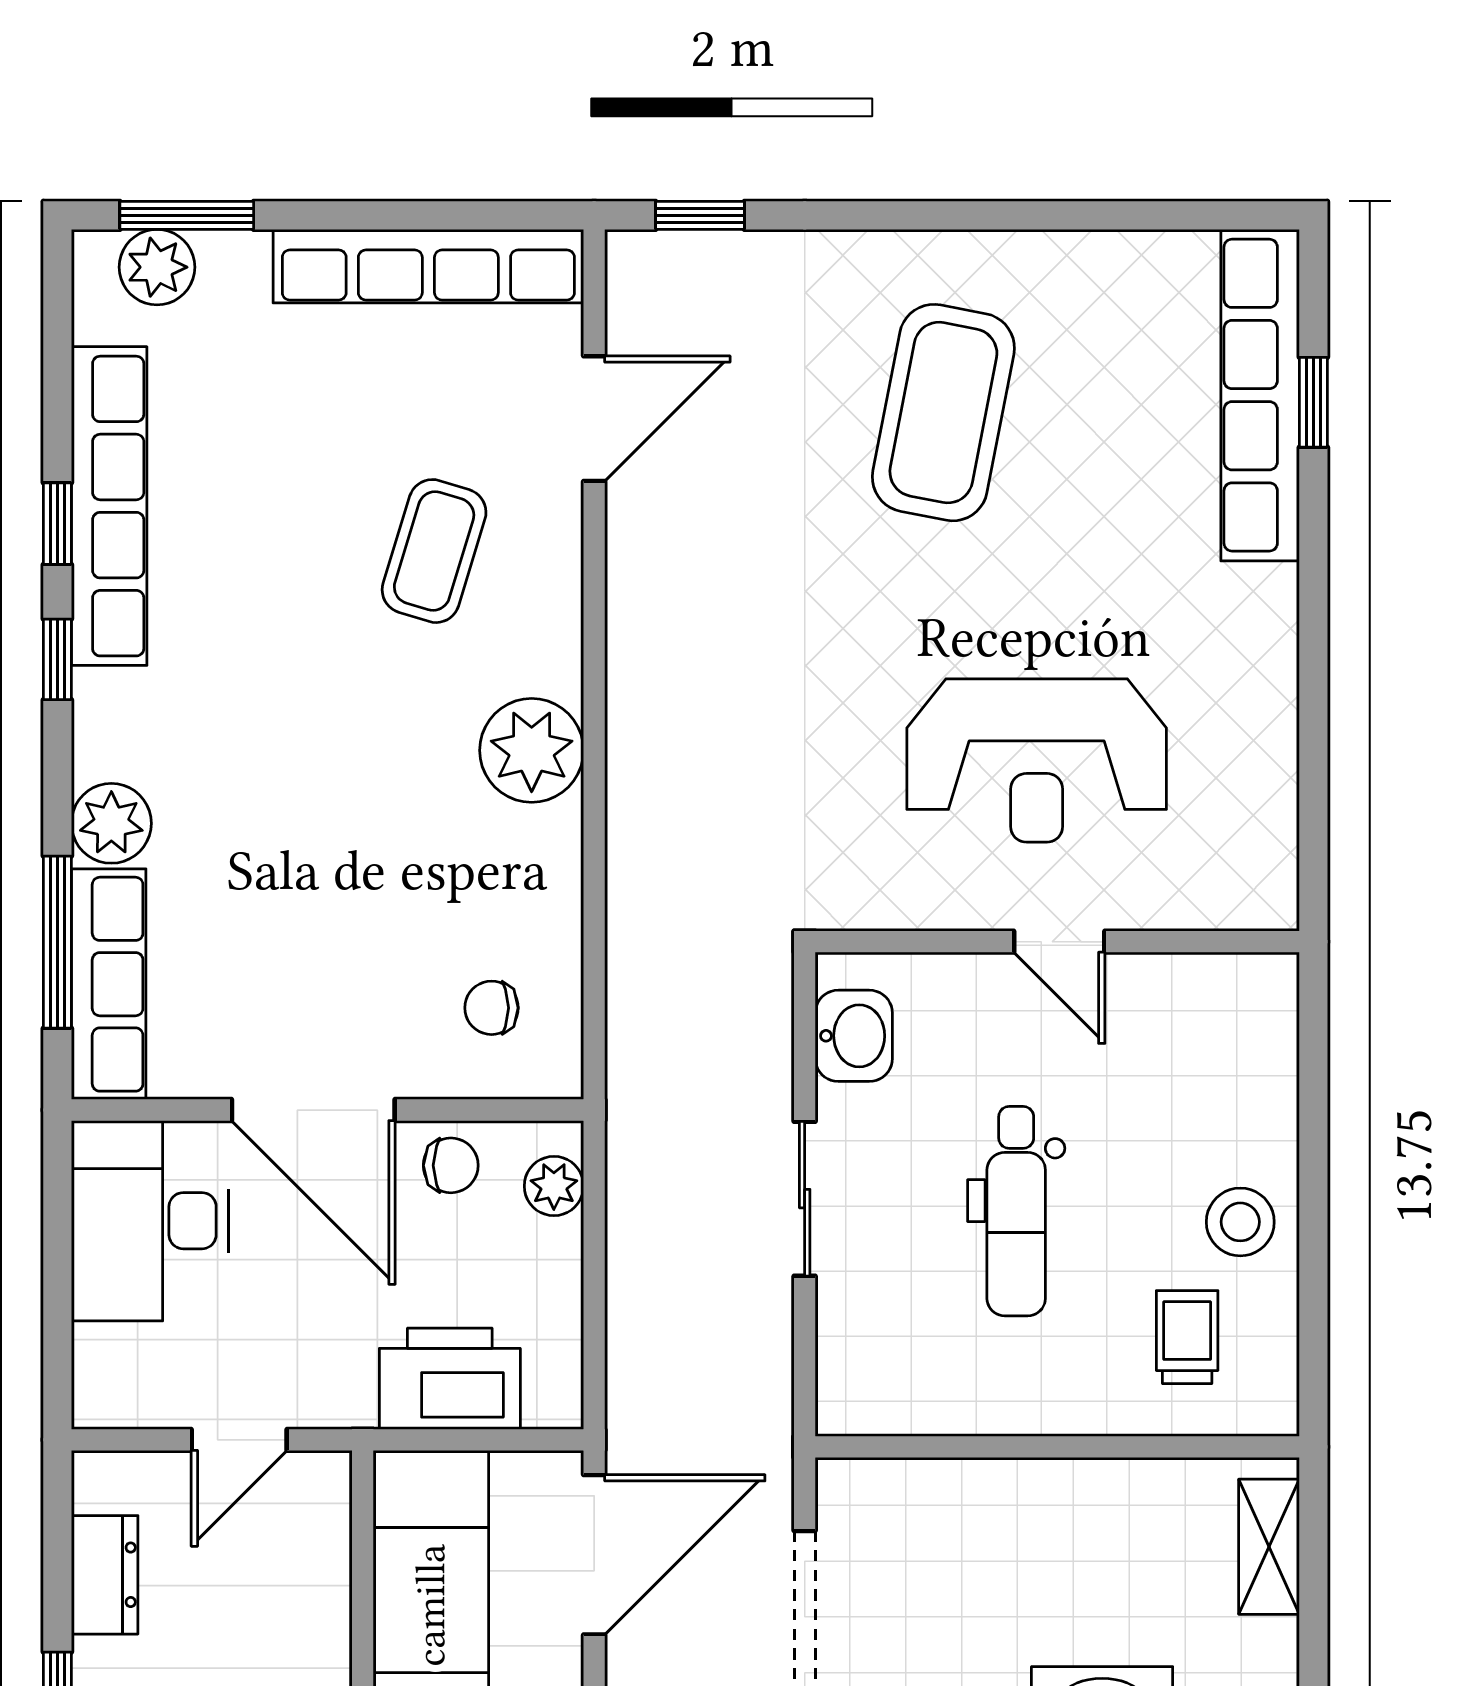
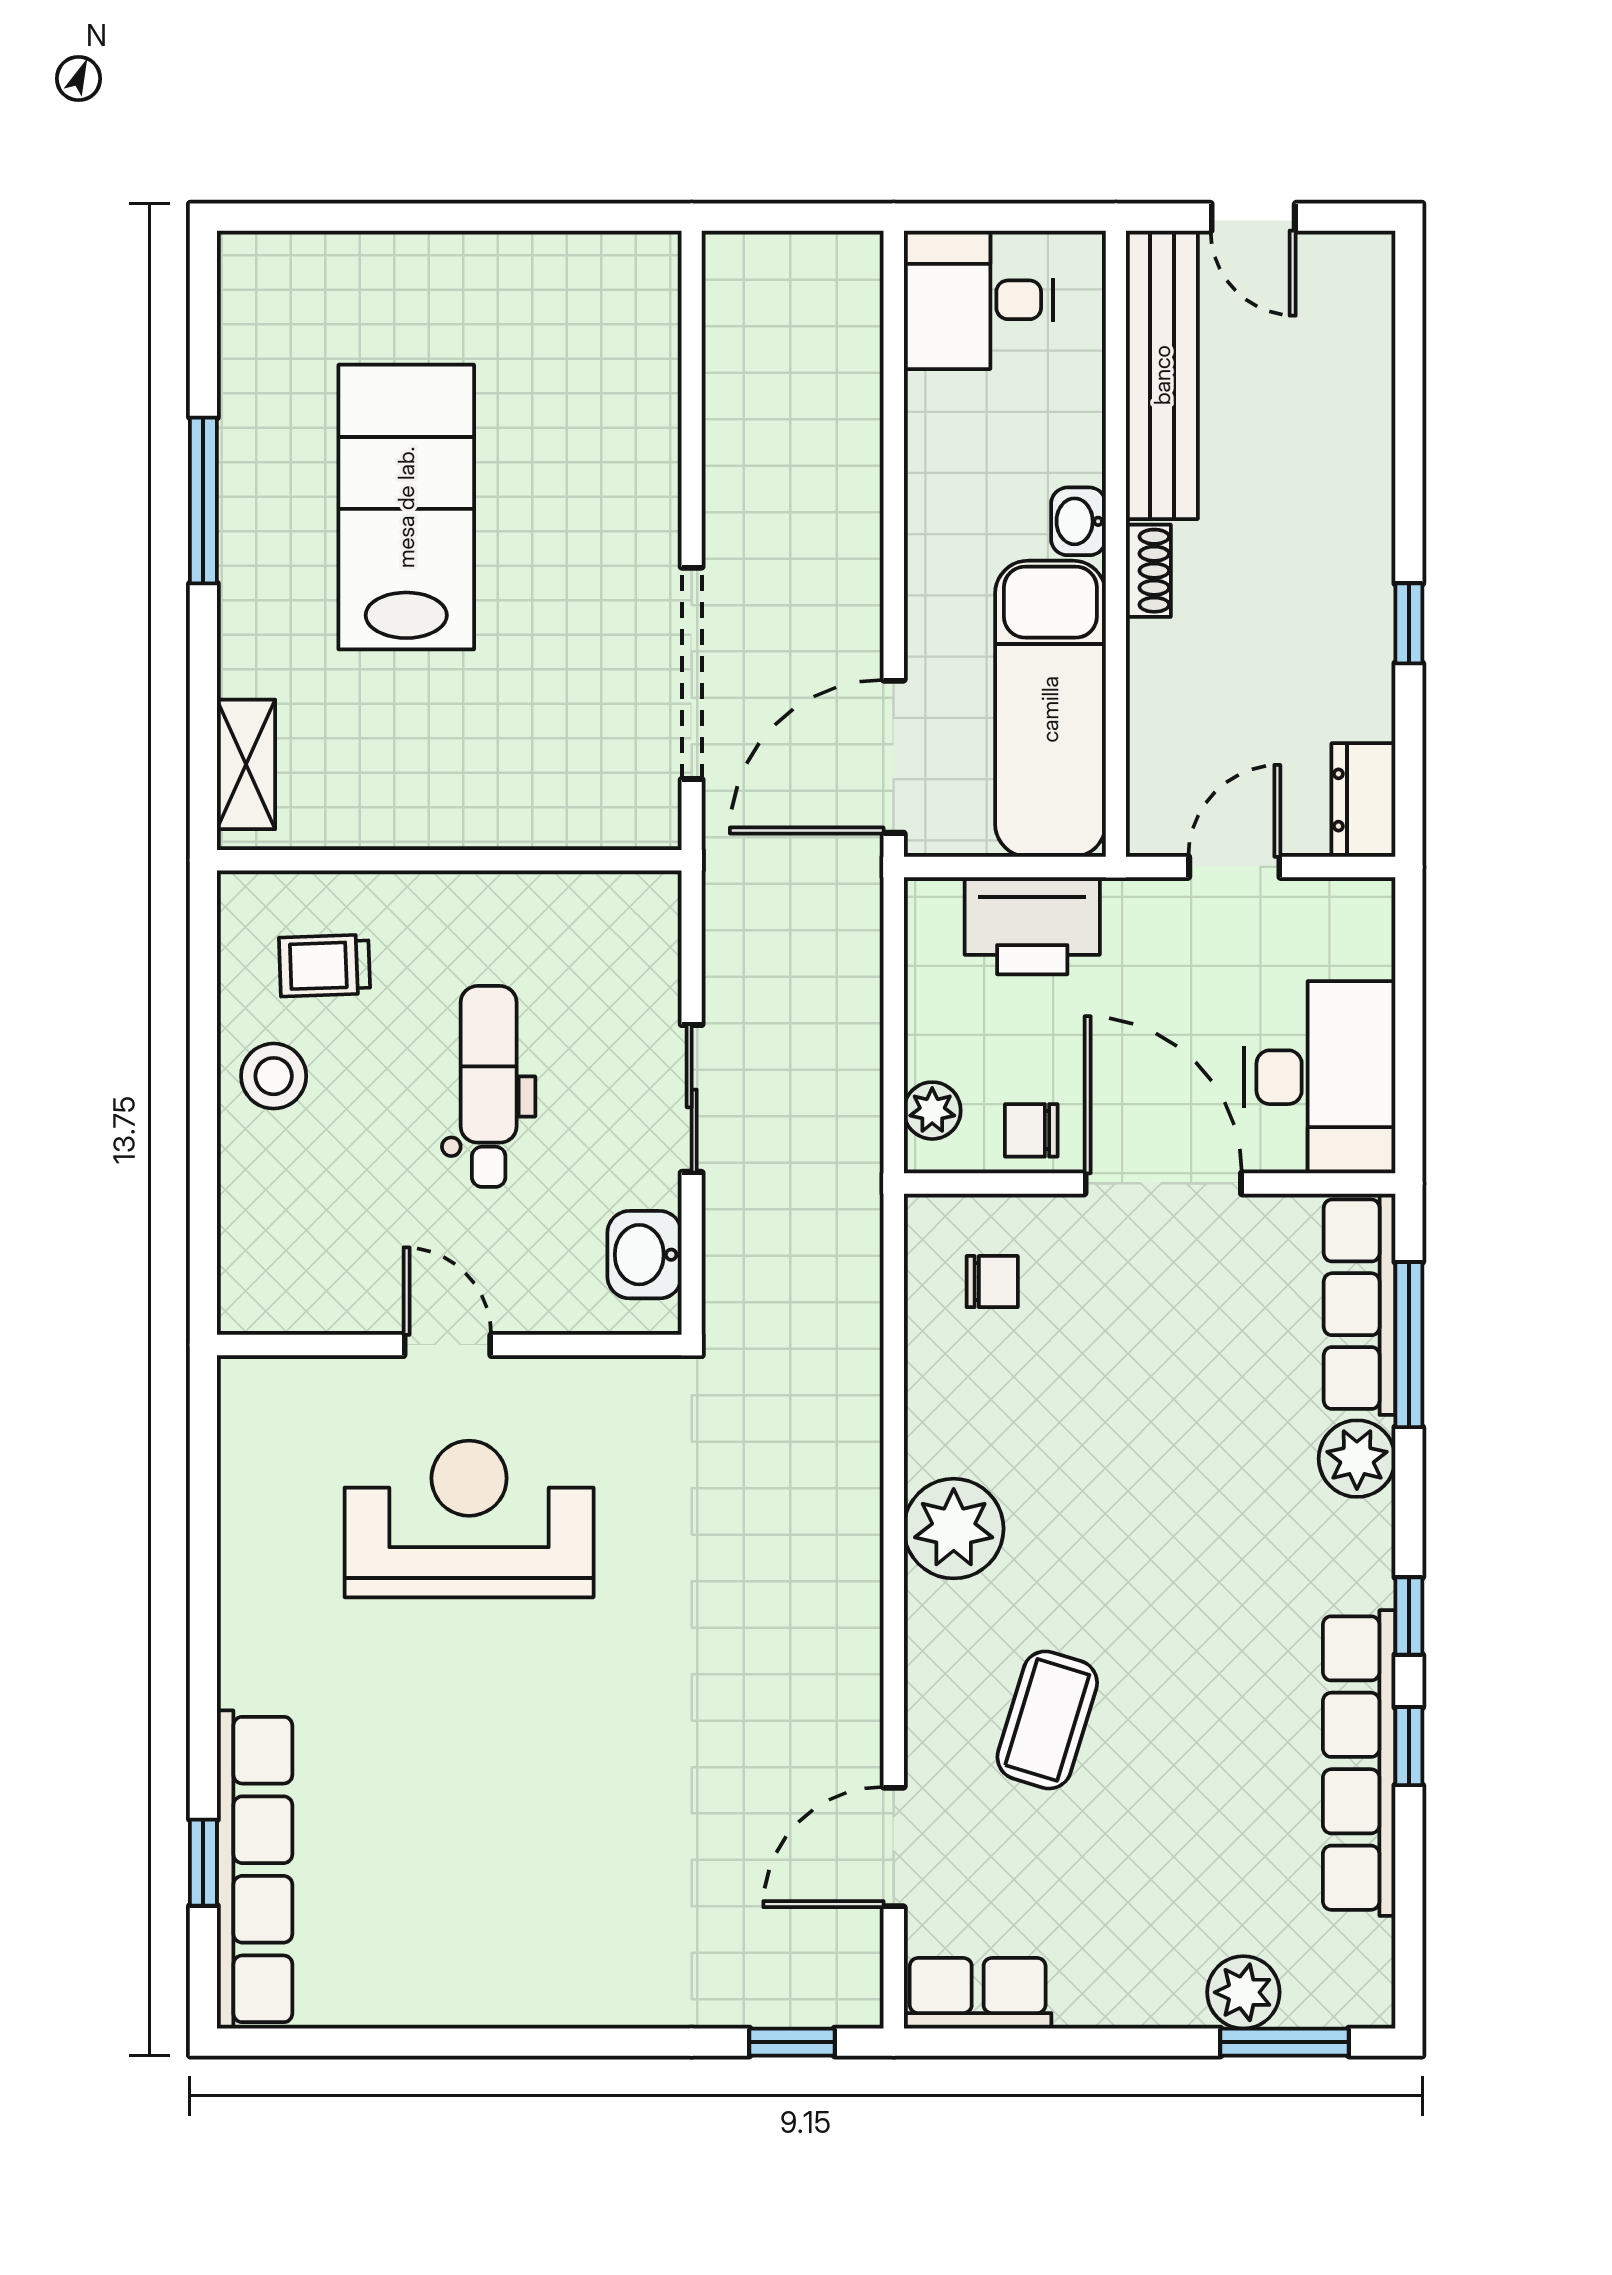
row of seats: (428, 266) -> (978, 1993), width x0.50
plant: (157, 267) -> (1243, 1992), moved
coffee table: (943, 413) -> (559, 1853), removed
trolley: (1187, 1337) -> (325, 966), turned 88
dresser: (105, 1575) -> (1363, 800), moved

